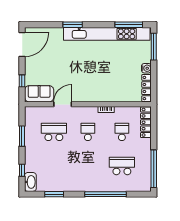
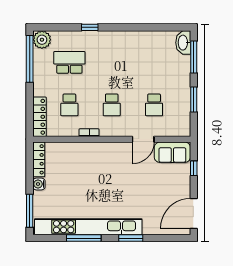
window: (129, 25) -> (84, 238), moved
school desk: (54, 132) -> (154, 105), width x0.54
school desk: (122, 166) -> (69, 62), turned 180
window: (22, 170) -> (194, 57), width x2.17
plant: (144, 184) -> (42, 40), added
window: (54, 194) -> (154, 27), removed
window: (106, 194) -> (90, 27), width x0.32

